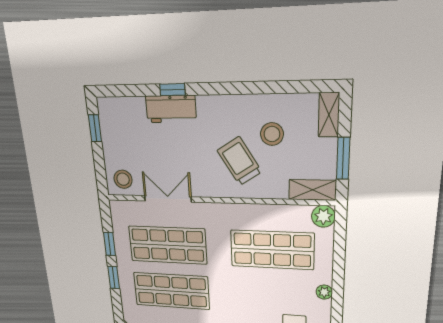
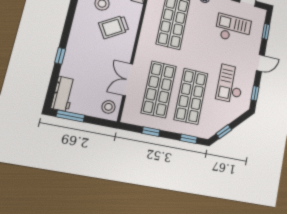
workbench: (171, 109) -> (63, 94), moved
window: (95, 128) -> (70, 116), width x1.50
window: (114, 278) -> (189, 139), moved

